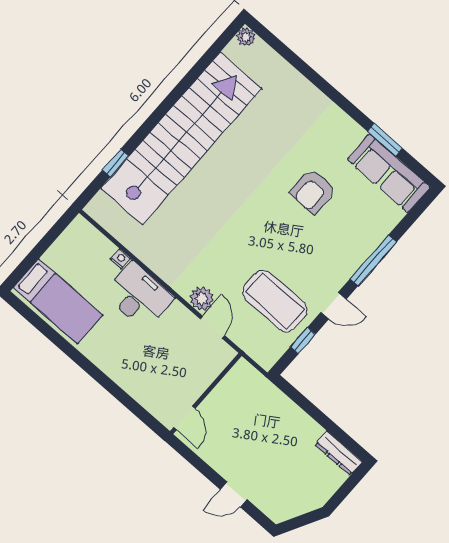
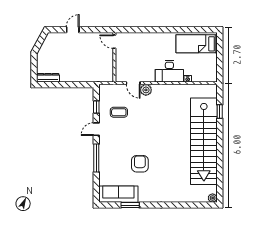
coffee table: (275, 301) -> (119, 112), width x0.54, depth x0.58

